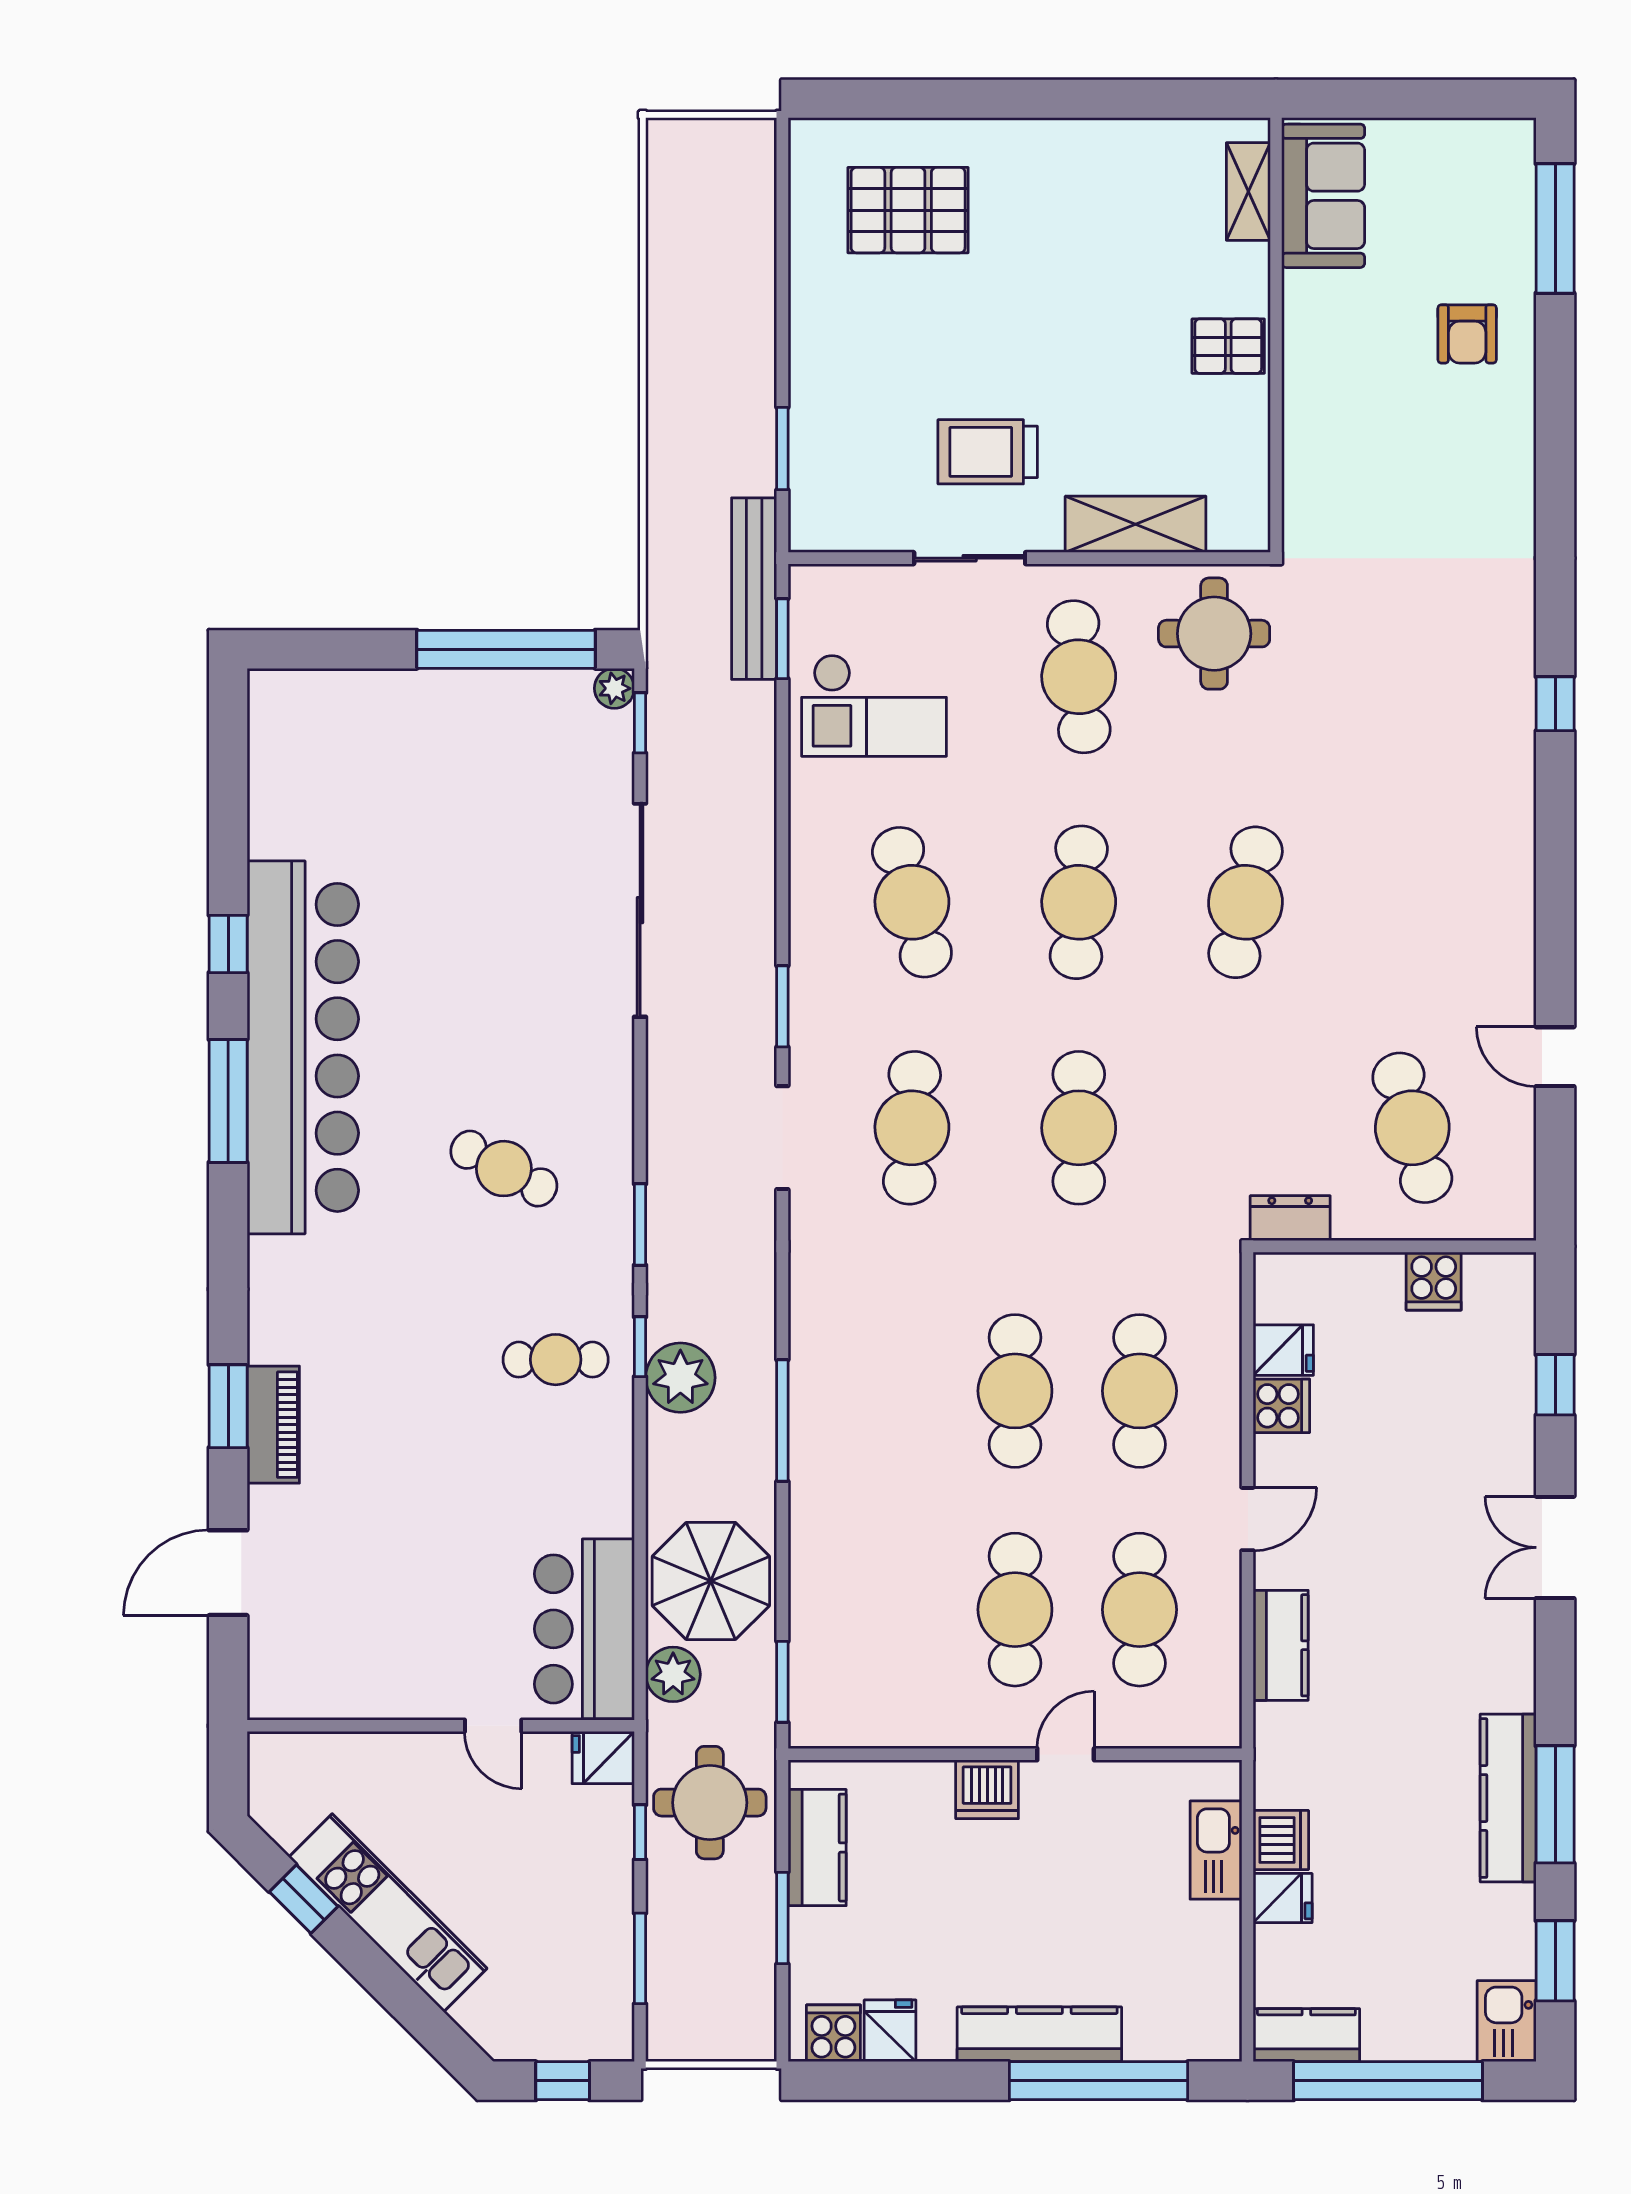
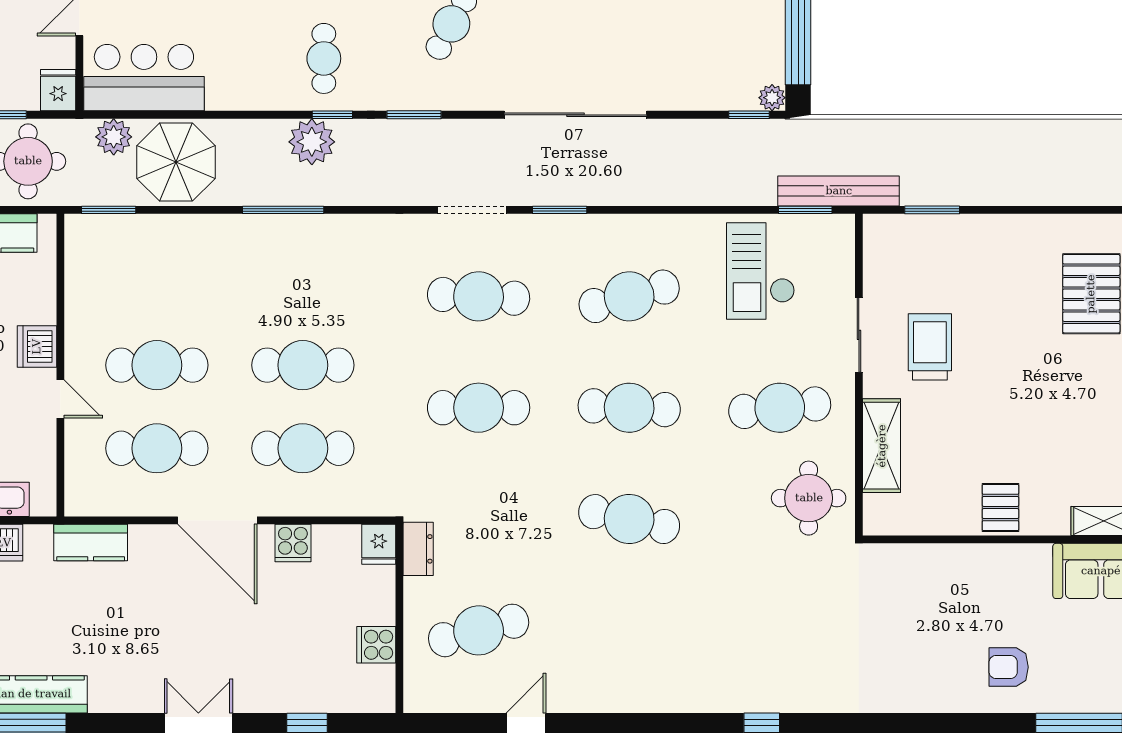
sliding door: (640, 910) -> (576, 115), moved
fridge: (1283, 1350) -> (379, 544), moved
door: (1248, 1519) -> (217, 520), width x1.87
kitchen counter: (1281, 1645) -> (91, 543), moved

